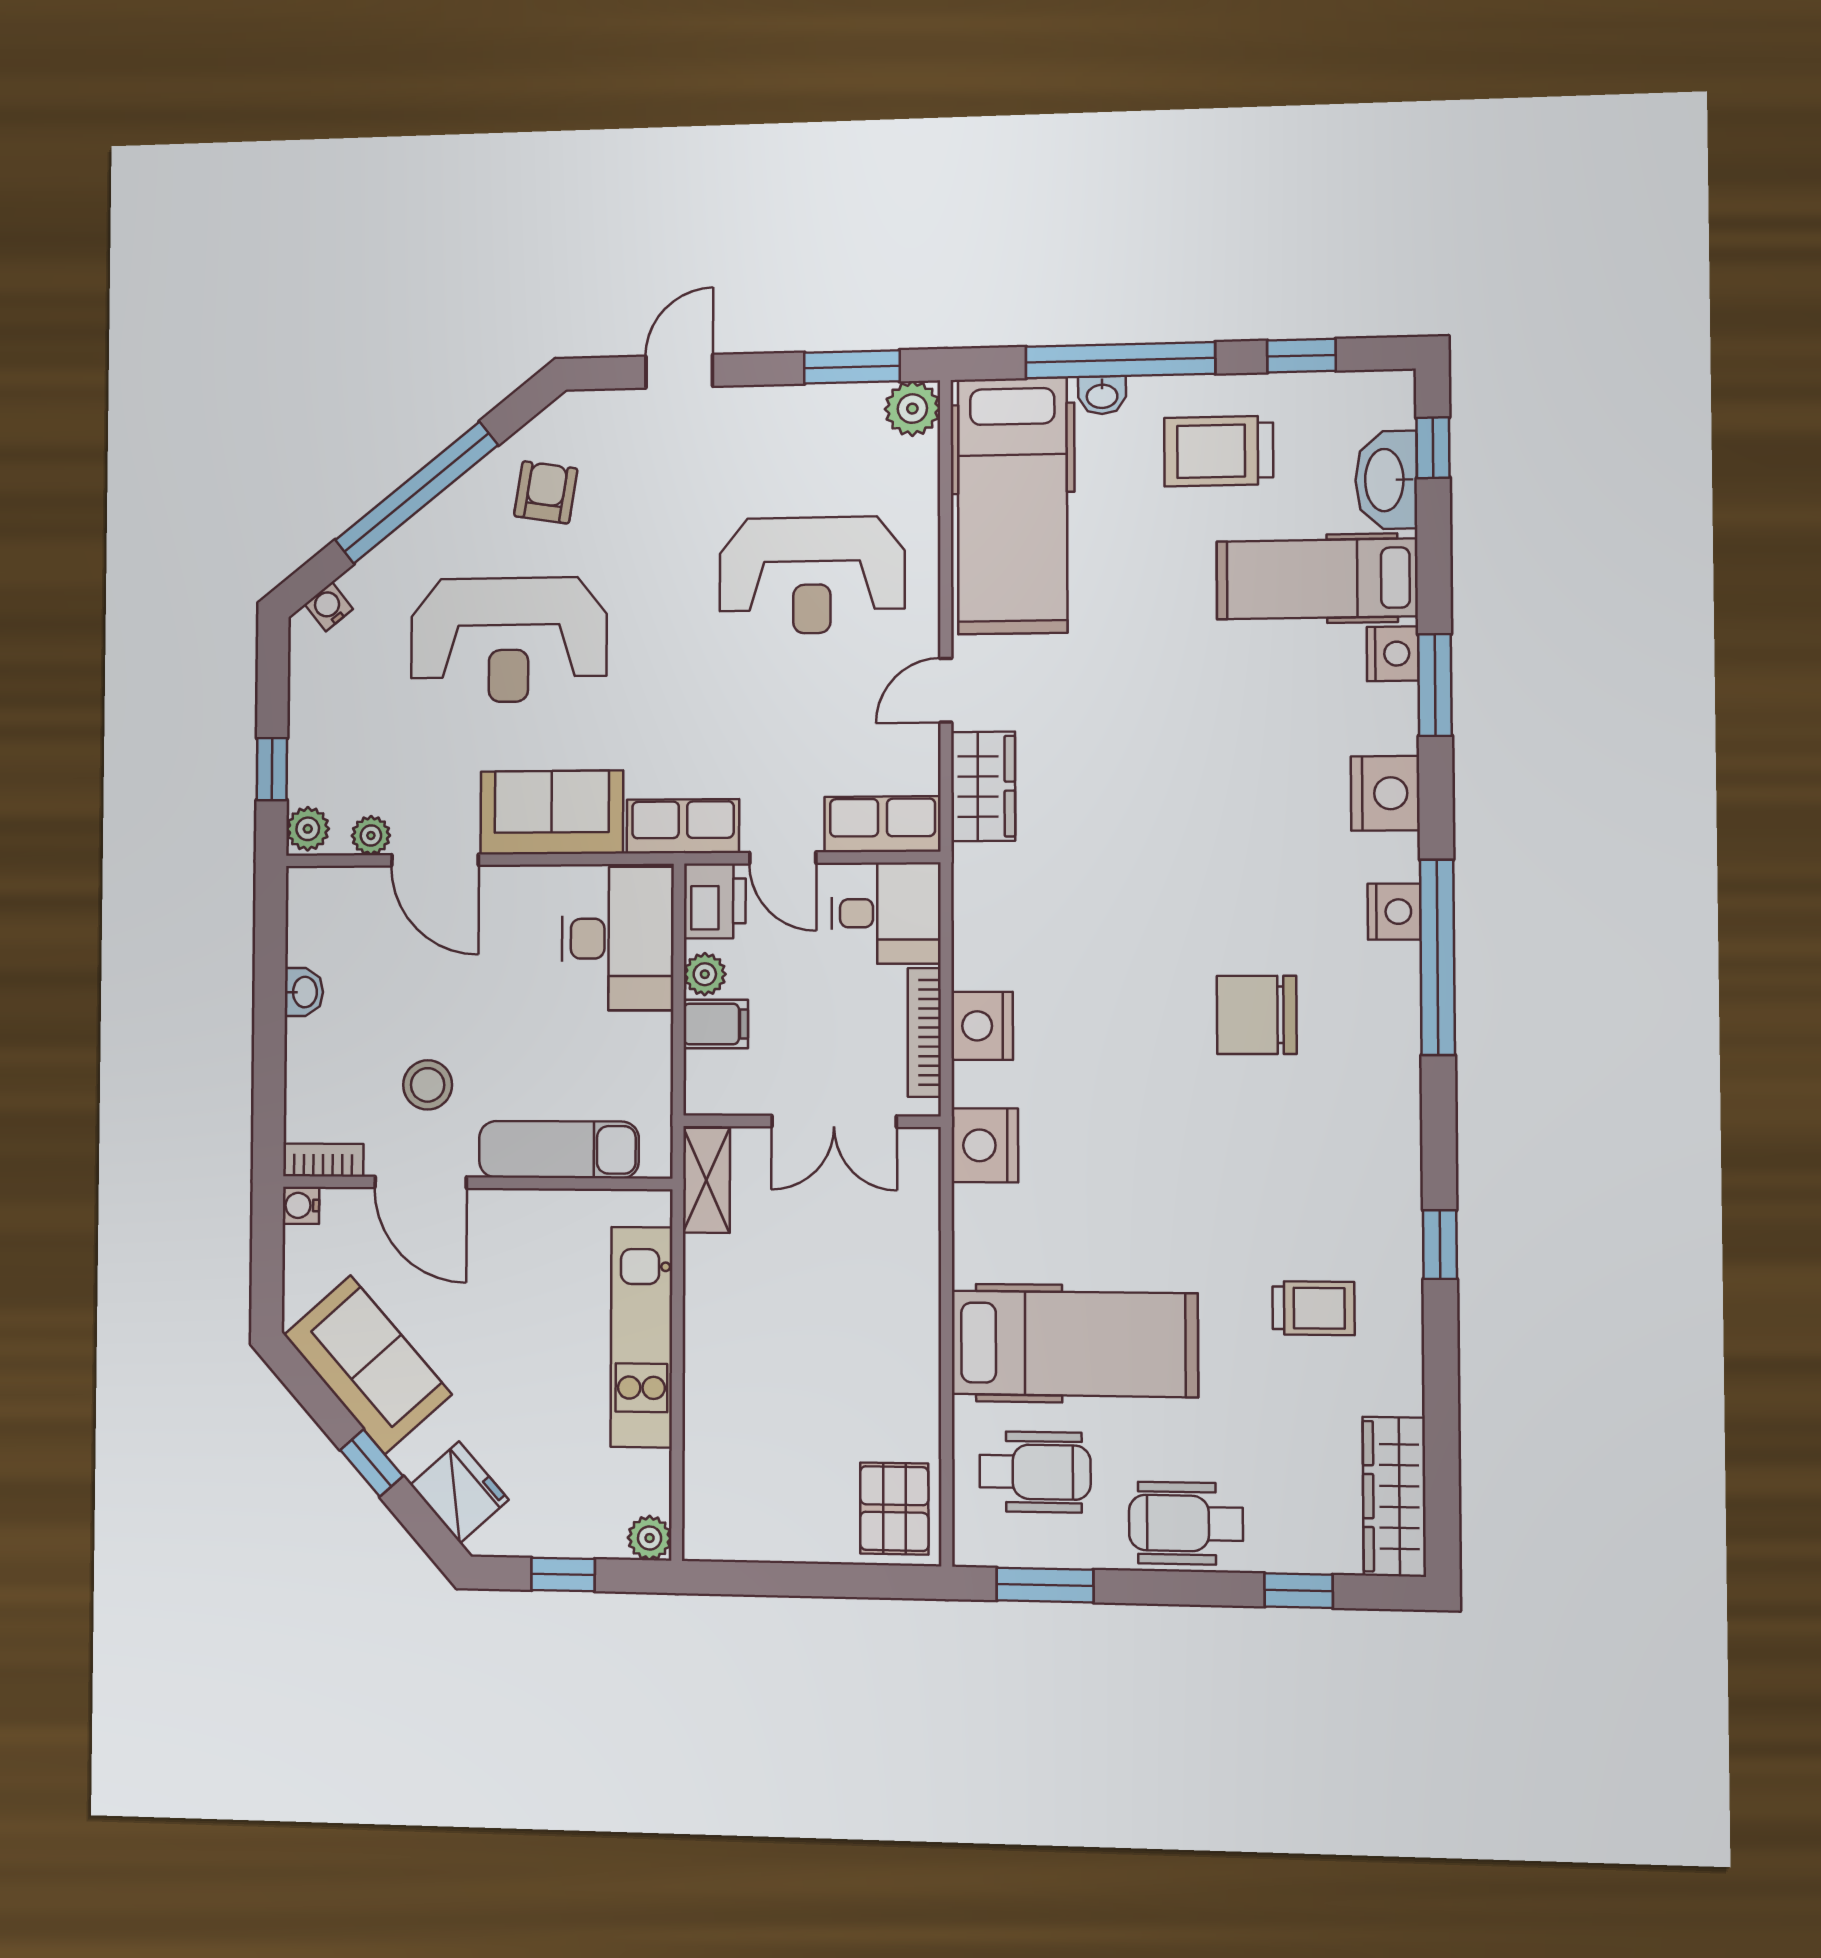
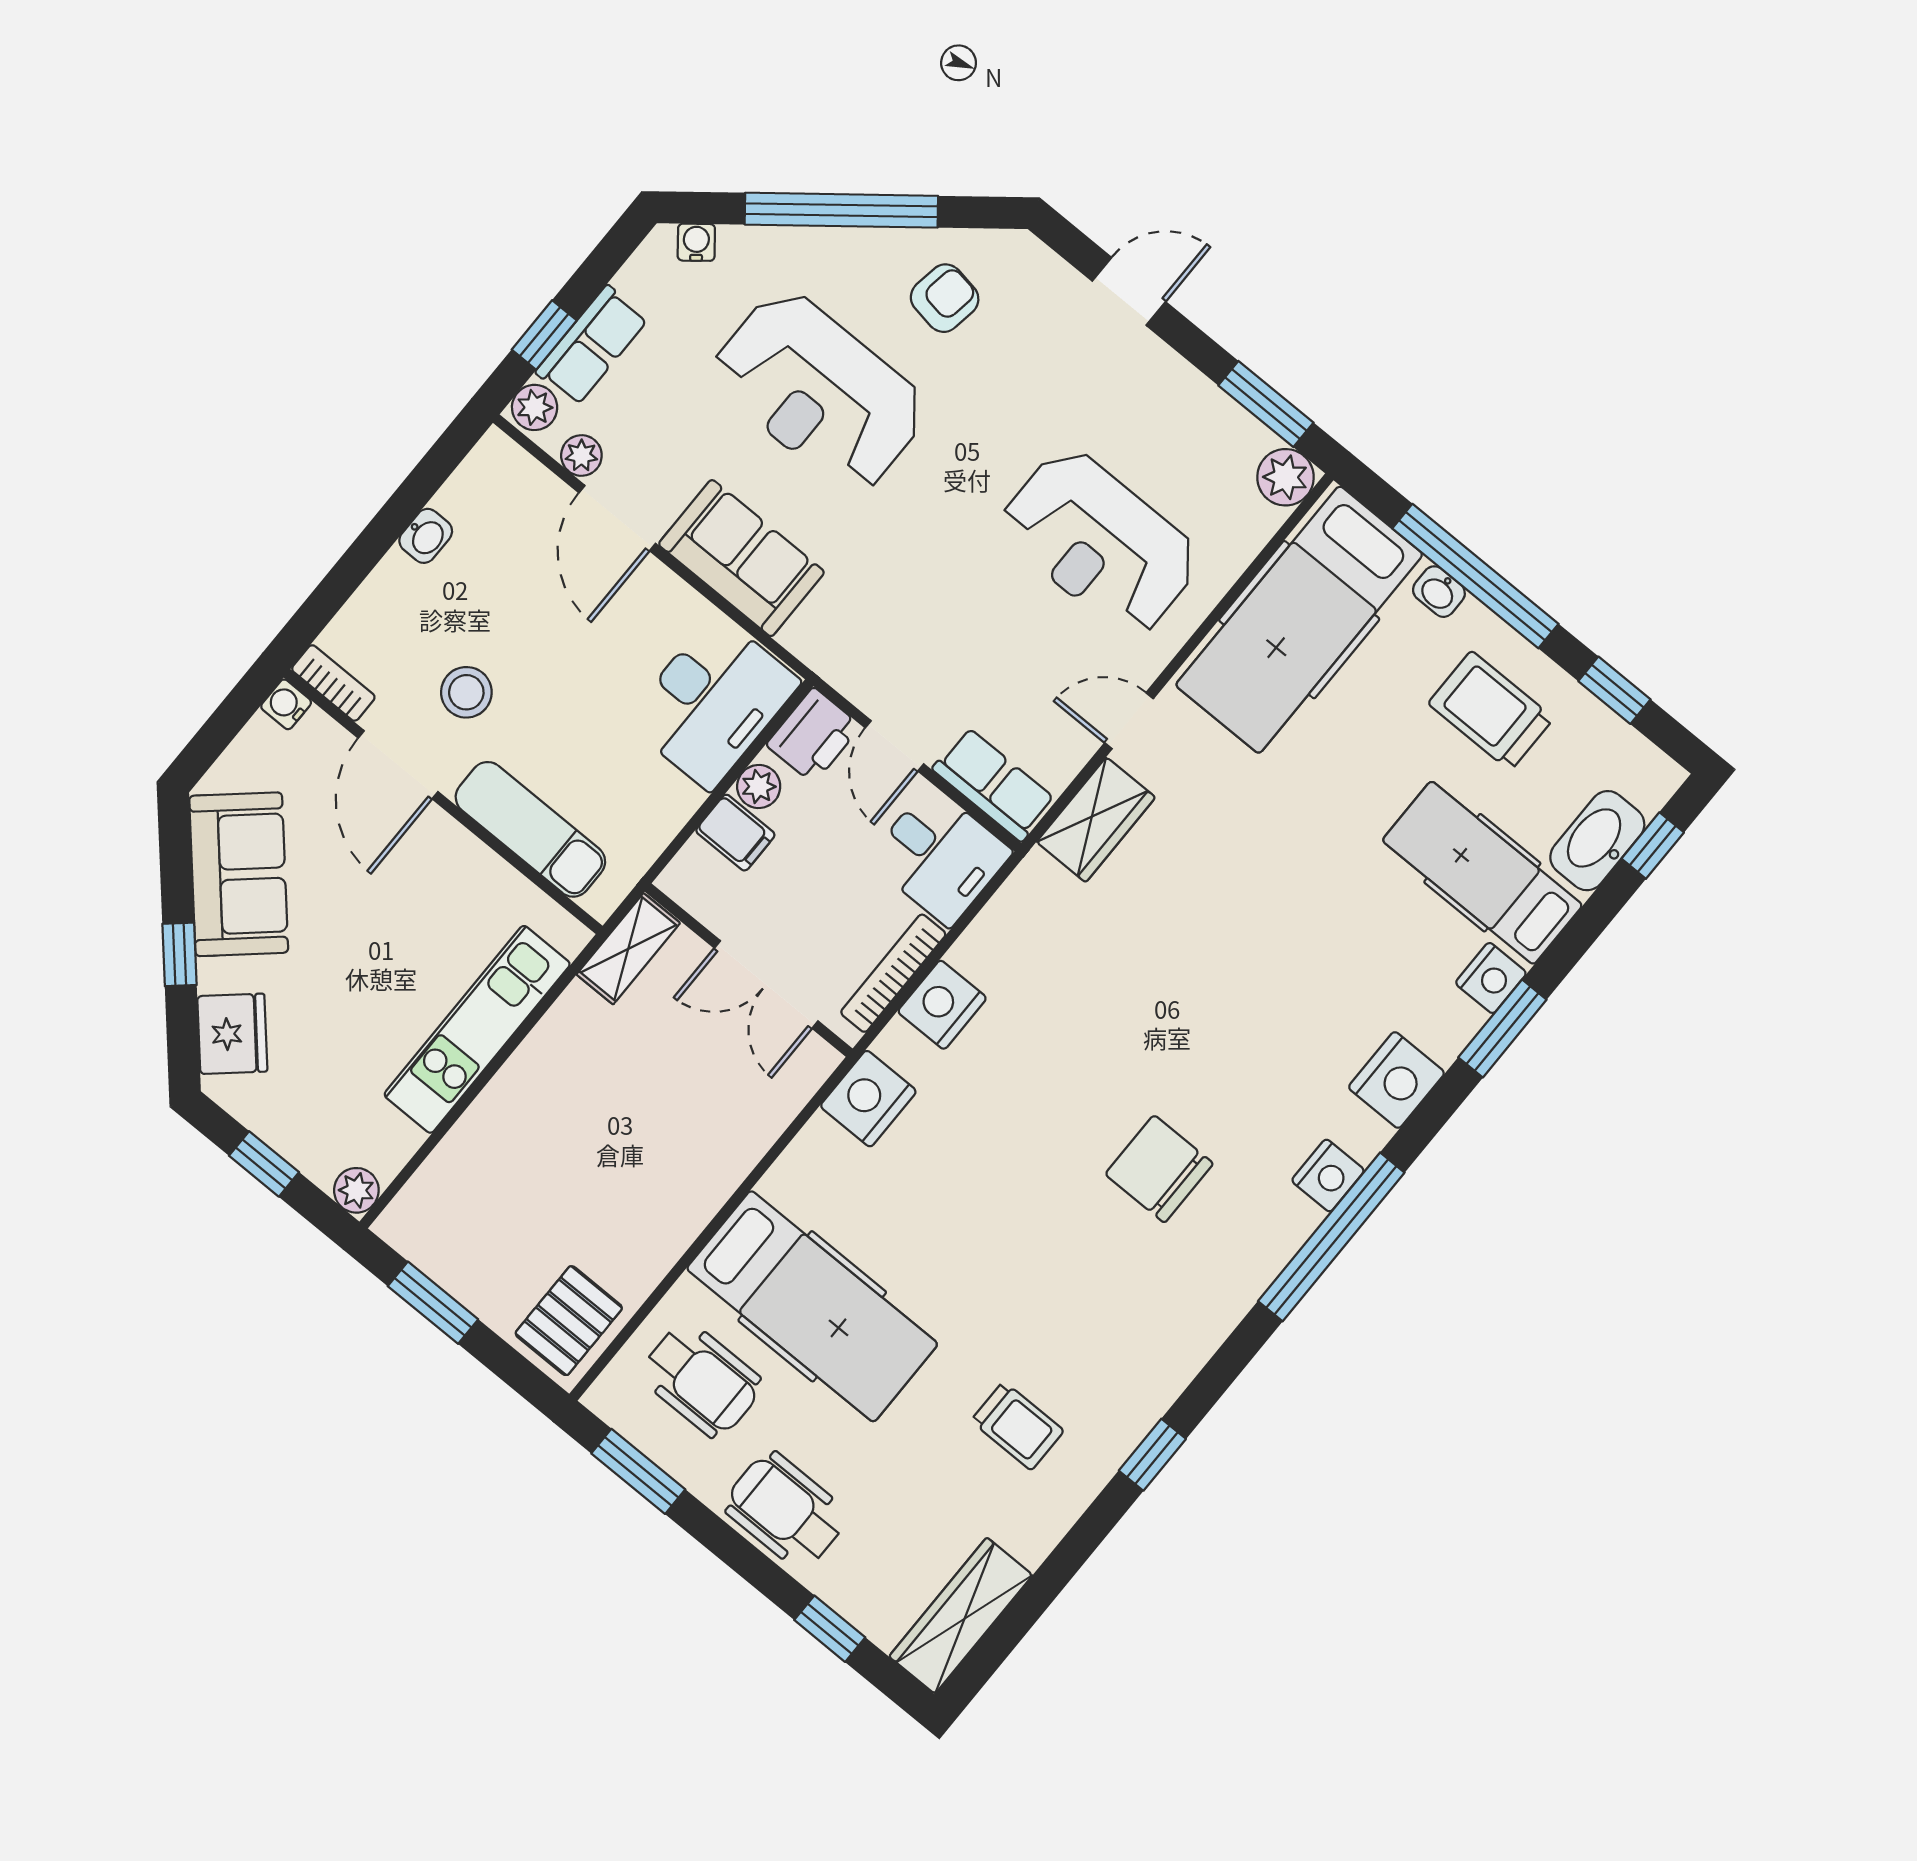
row of seats: (683, 826) -> (592, 345), moved, turned 90
window: (778, 1579) -> (433, 1303), added

